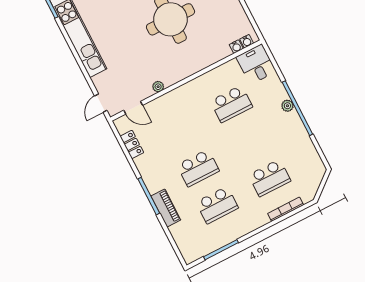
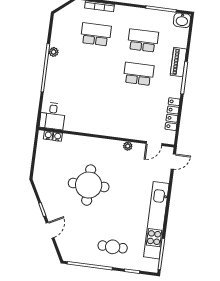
school desk: (231, 104) -> (87, 101), removed
plant: (287, 106) -> (54, 52), moved
door: (133, 108) -> (154, 144), swing flipped
locker: (132, 144) -> (172, 114), width x1.53
washbasin: (192, 253) -> (182, 20), added

